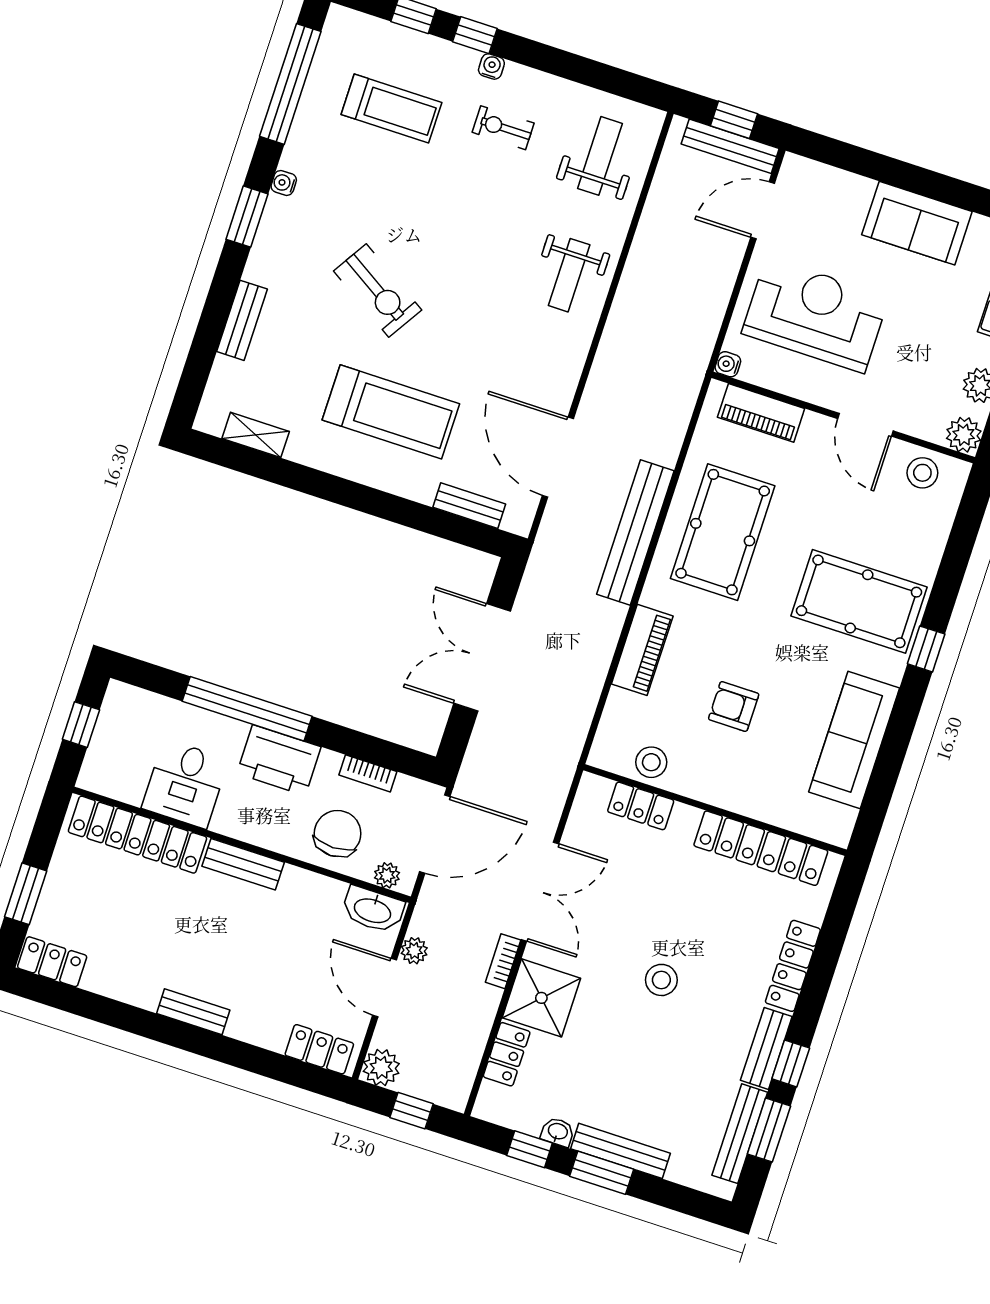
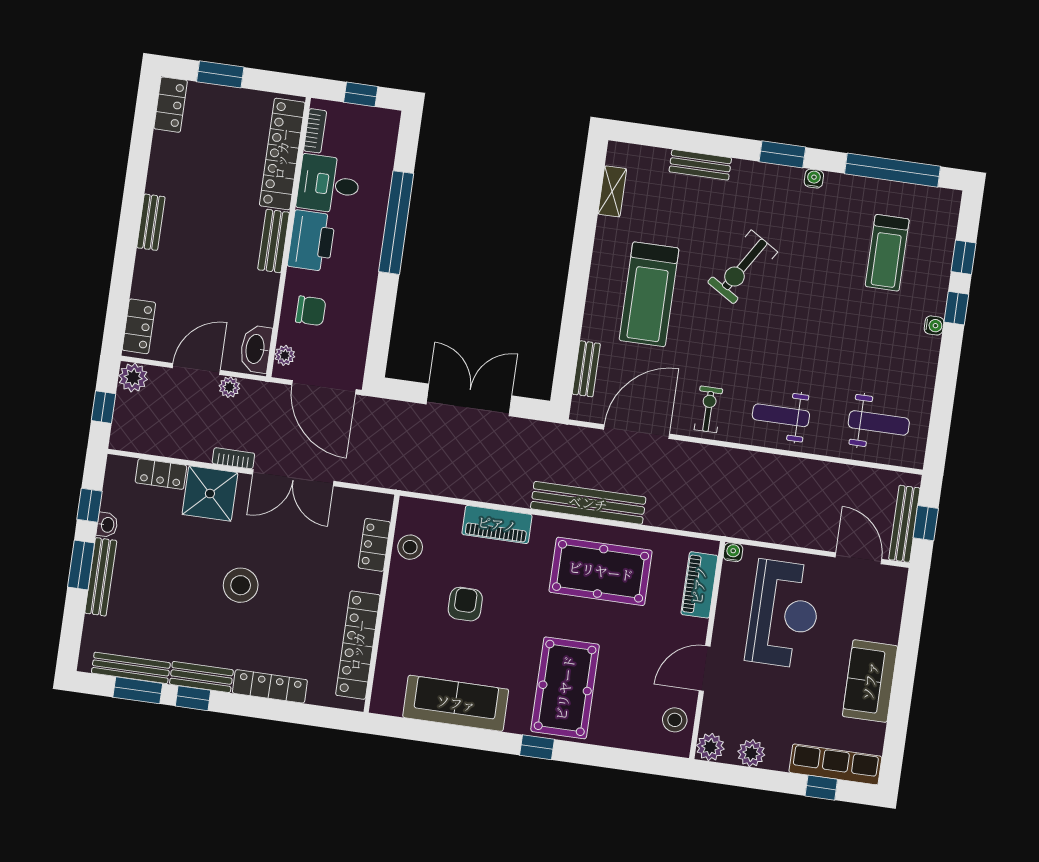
exercise bike: (503, 128) -> (708, 409), moved
printer: (279, 760) -> (312, 241), moved, turned 180
bookcase: (368, 773) -> (315, 131), moved, turned 180
chair: (338, 834) -> (311, 311), width x0.73, depth x0.73
stool: (661, 980) -> (241, 585), width x1.38, depth x1.38

